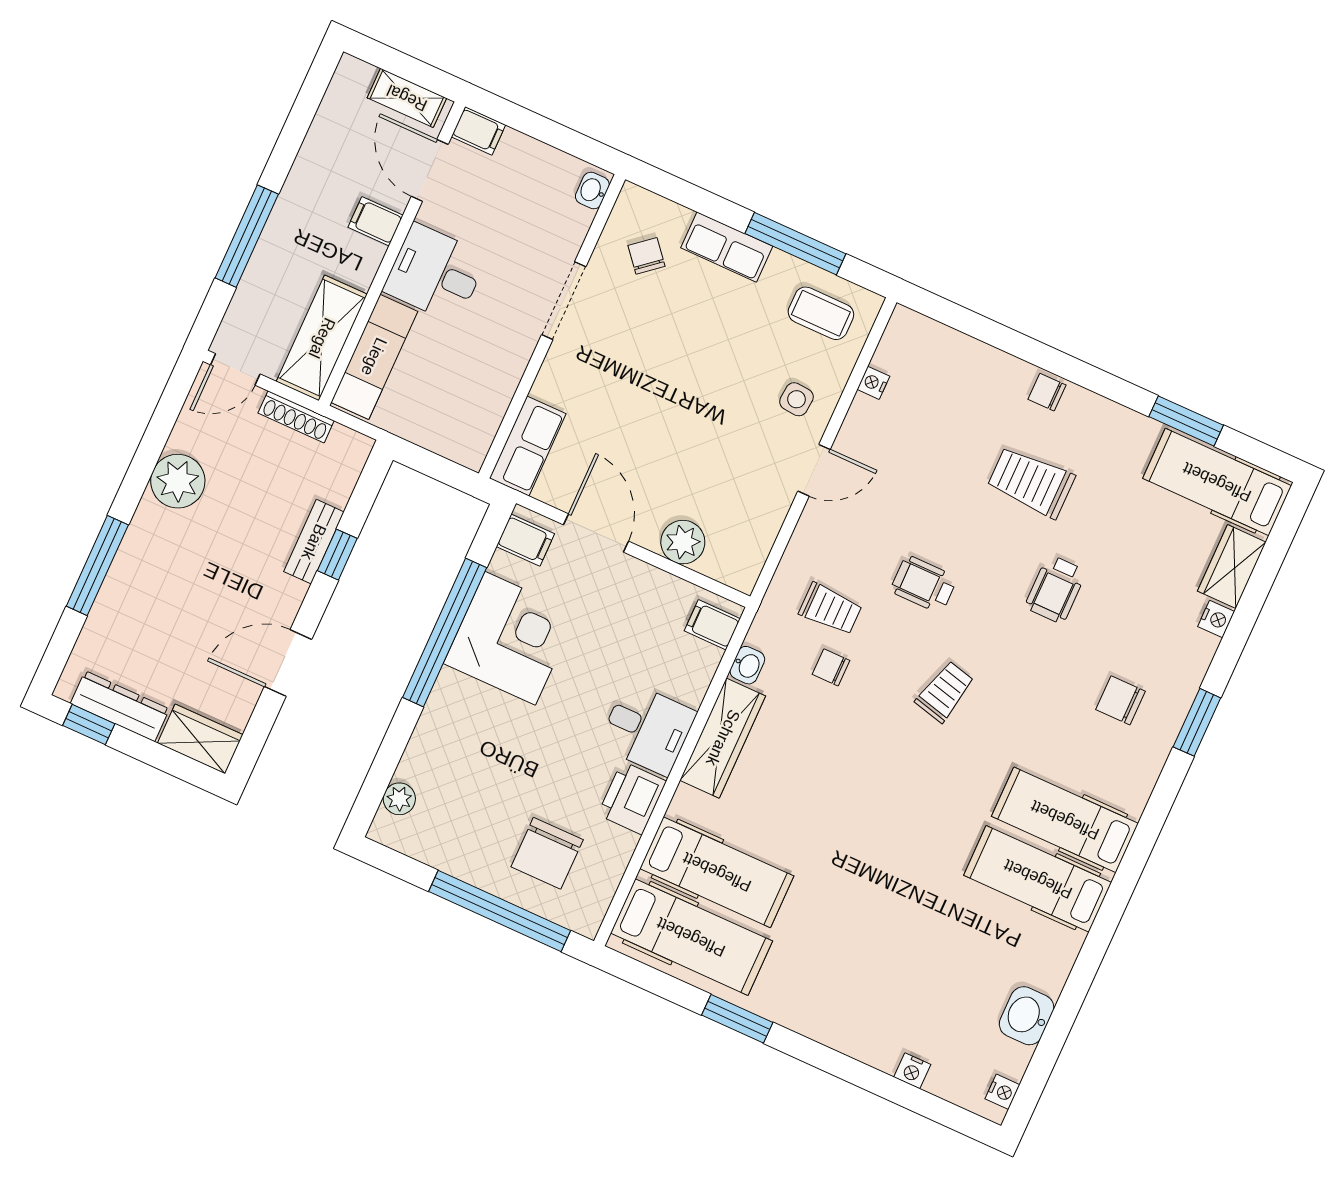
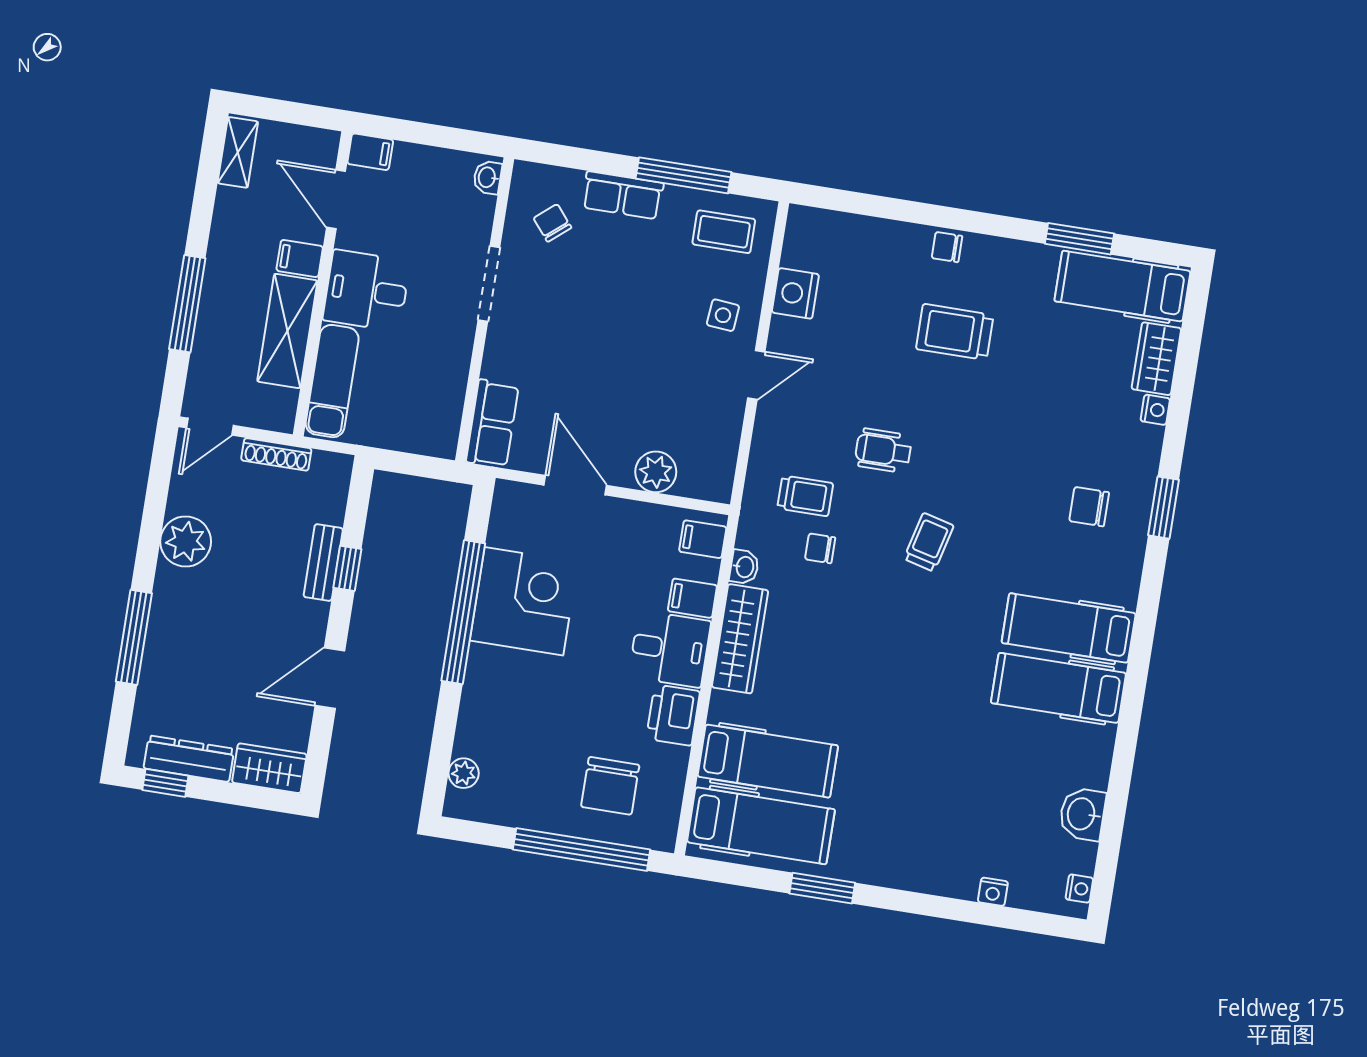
shelving: (407, 98) -> (238, 152), moved, turned 90
shelving: (322, 338) -> (287, 331), moved
nightstand: (873, 383) -> (795, 293), width x1.89, depth x1.79
filing cabinet: (525, 540) -> (692, 598), moved, turned 180
wheelchair: (1055, 589) -> (1003, 423), removed

